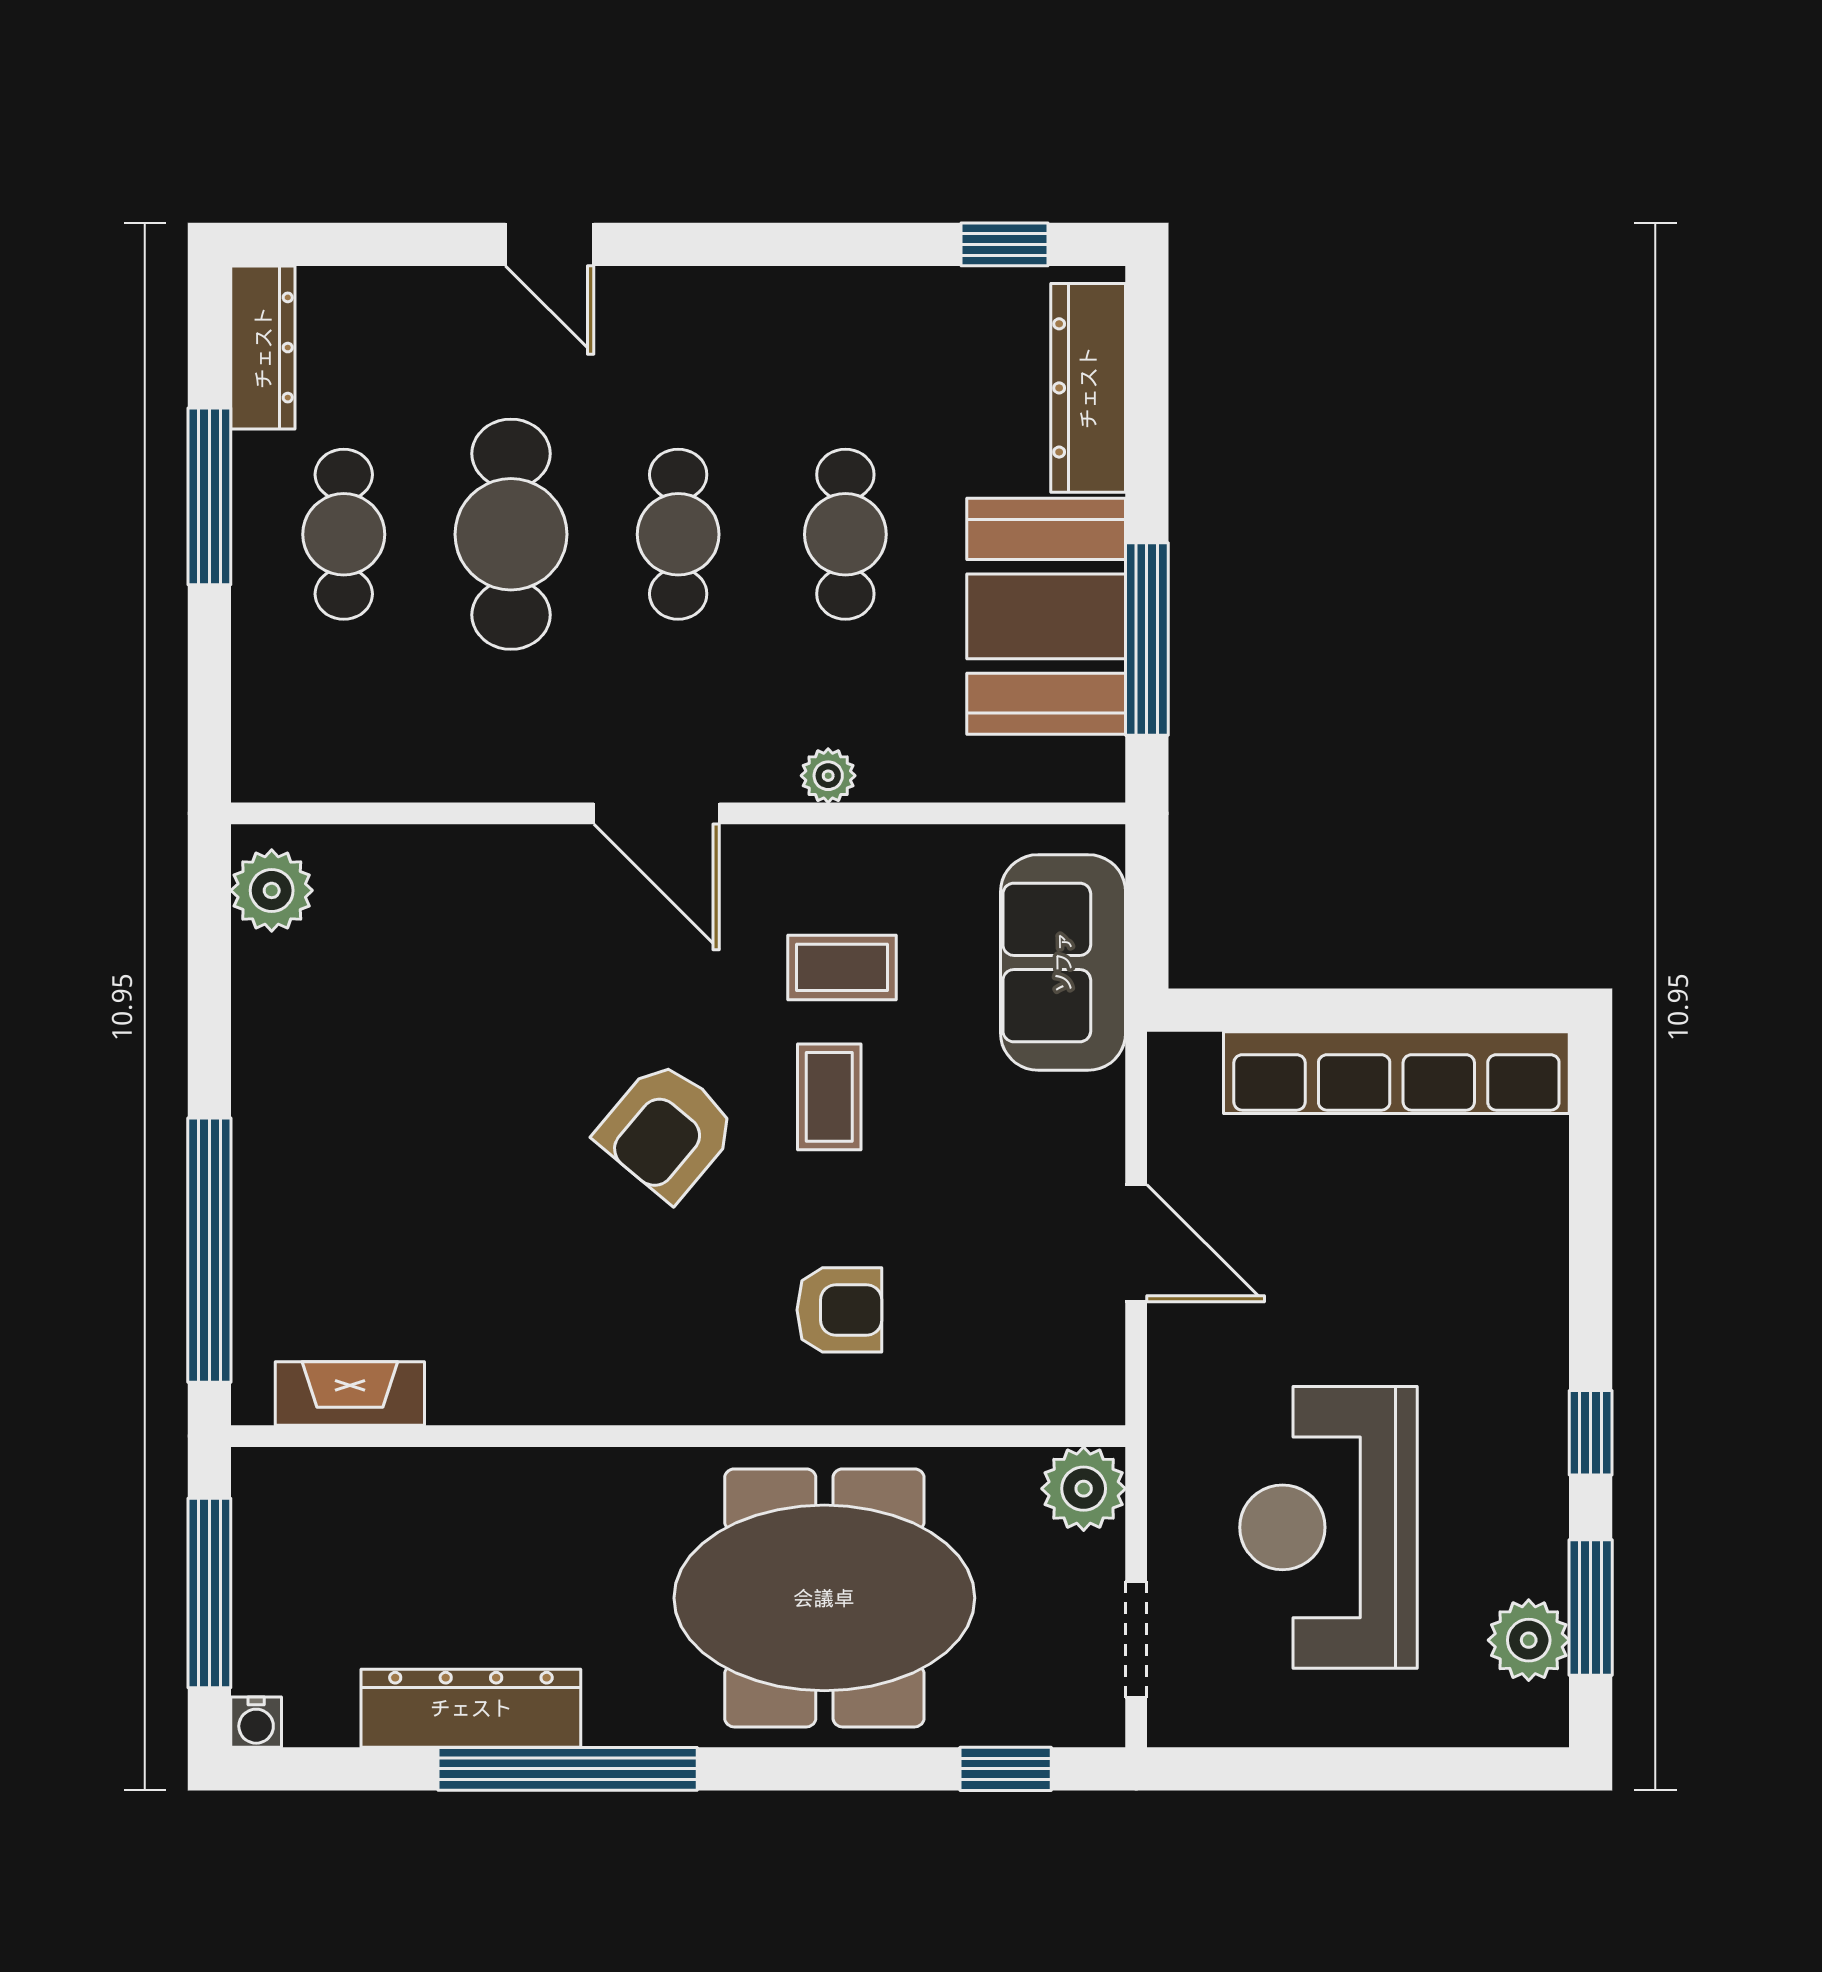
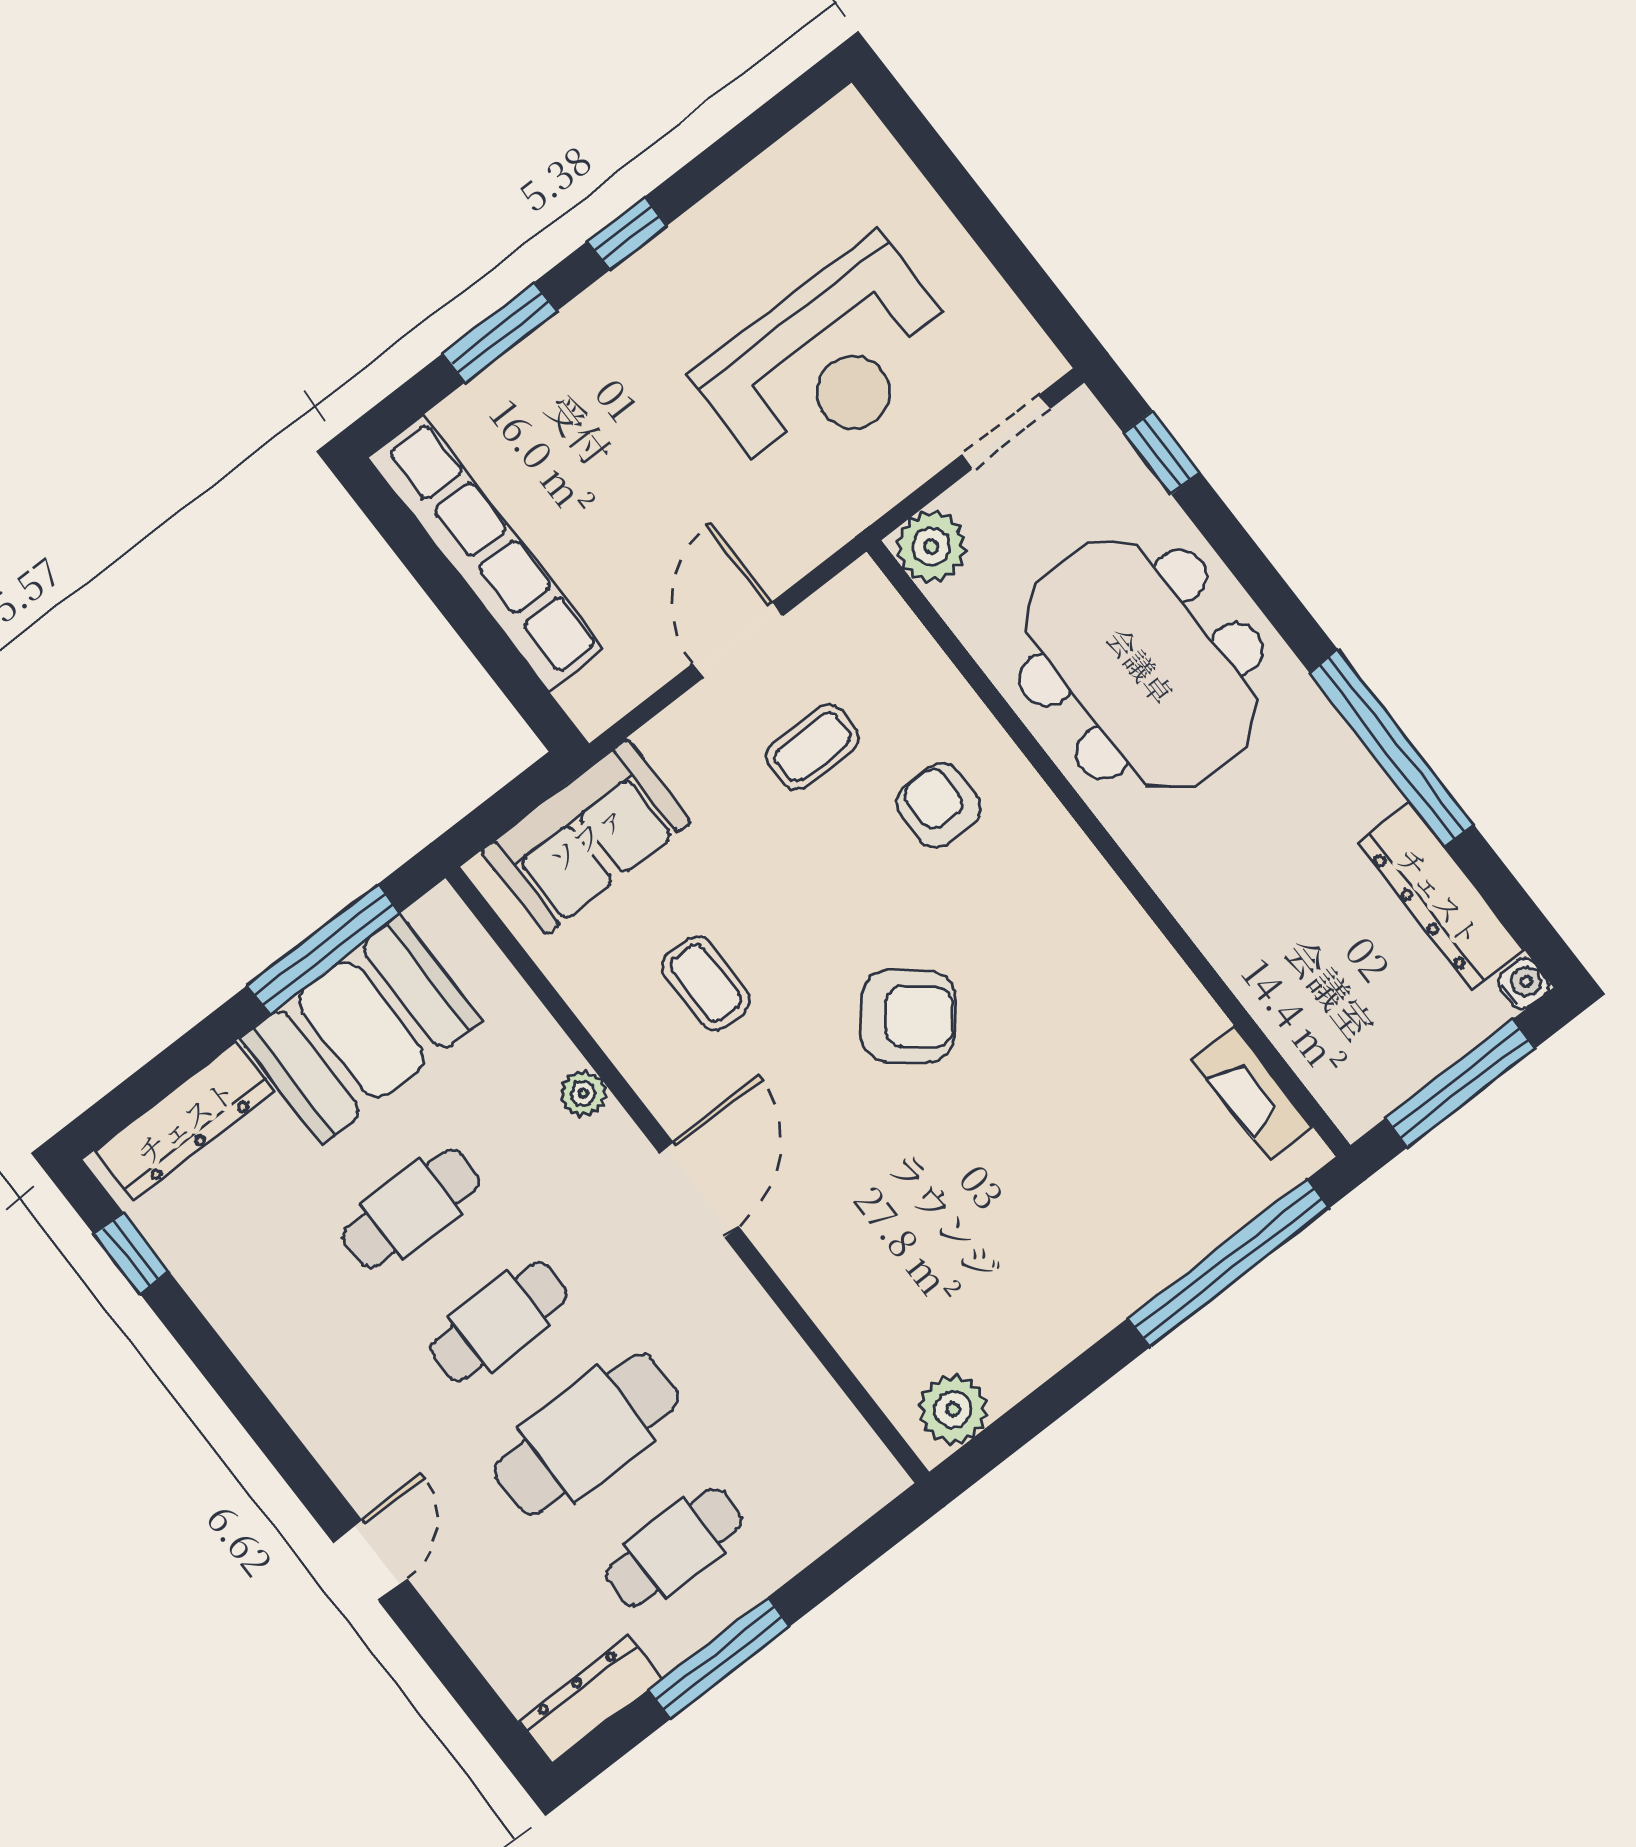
coffee table: (829, 1097) -> (813, 747), moved
window: (1591, 1607) -> (500, 332), moved
plant: (1529, 1640) -> (800, 166), removed
dresser: (471, 1708) -> (1440, 896), moved

